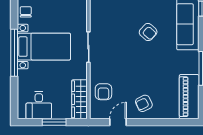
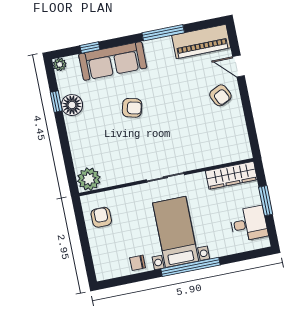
armchair: (148, 32) -> (132, 108), turned 62
armchair: (103, 92) -> (216, 148), removed
door: (118, 122) -> (239, 66), moved

